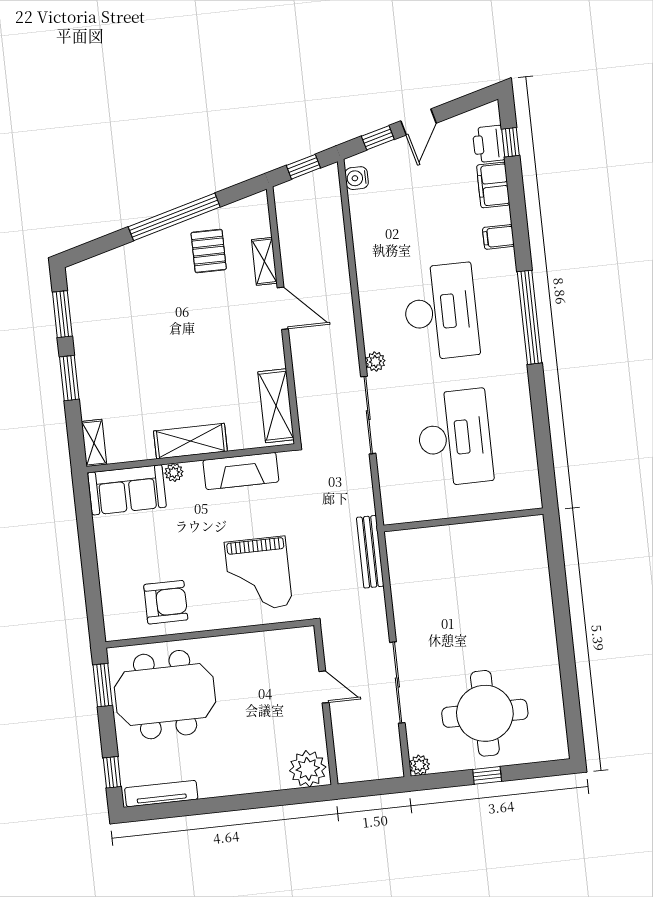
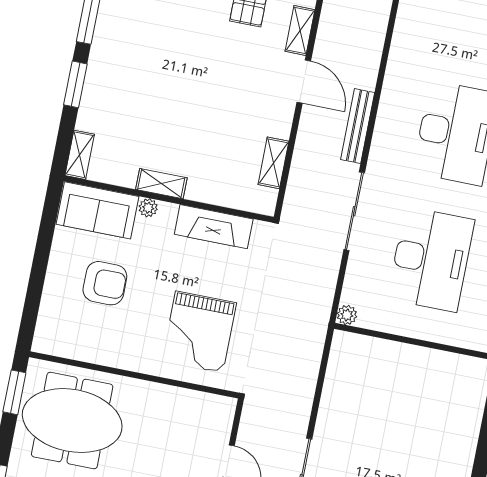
plant: (375, 362) -> (347, 315), moved
shelving: (276, 406) -> (273, 163), width x0.67, depth x0.75
shelving: (190, 441) -> (161, 184), width x0.67, depth x0.75
bench: (370, 552) -> (358, 126), moved
armchair: (166, 602) -> (105, 283), moved

